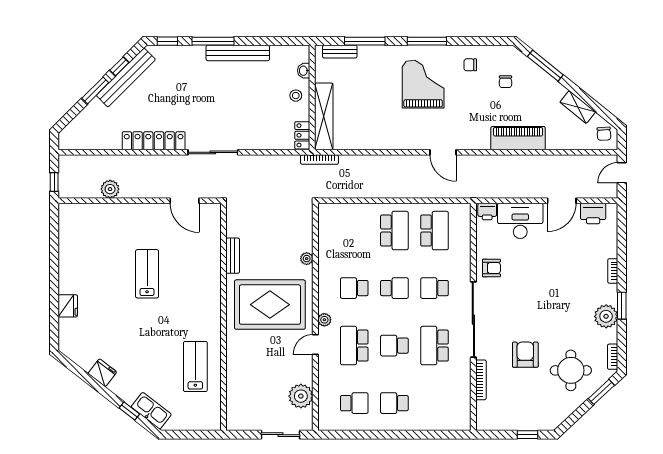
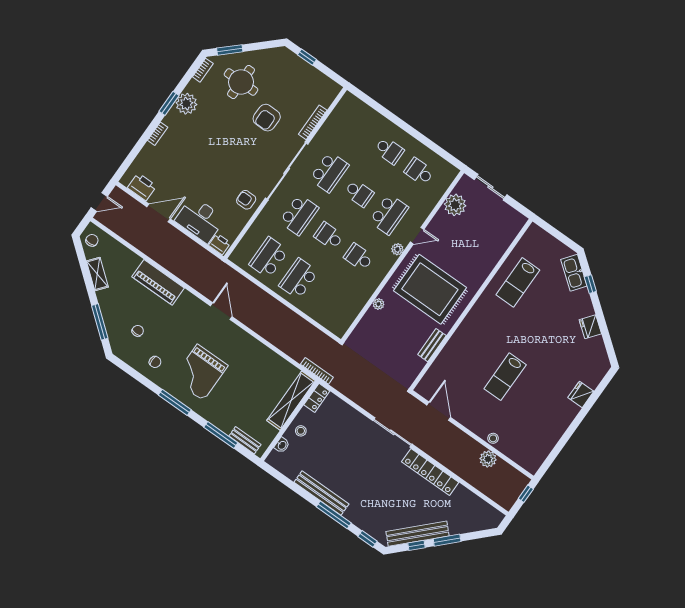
stool: (119, 211) -> (493, 438), added
school desk: (354, 288) -> (359, 257), turned 180
school desk: (435, 288) -> (299, 215), width x1.85

